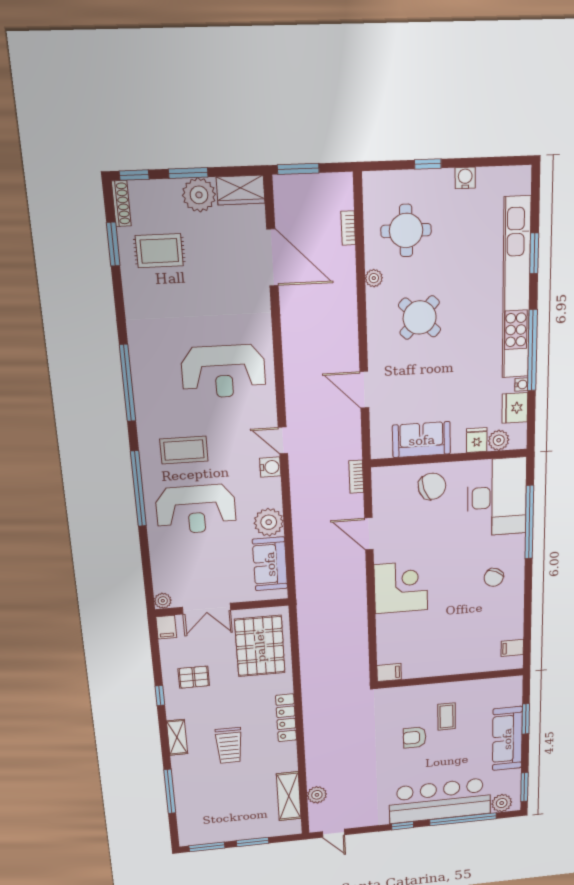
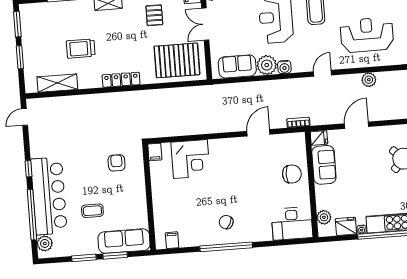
reception desk: (224, 371) -> (367, 35), turned 90
fridge: (477, 440) -> (319, 138), moved
water cooler: (270, 467) -> (284, 67), moved
chair: (432, 486) -> (292, 174), turned -72
desk: (497, 497) -> (292, 223), width x0.73, depth x0.77
window: (529, 522) -> (226, 247), moved
corner desk: (401, 587) -> (190, 159), moved
coffee table: (447, 716) -> (92, 211), moved
armchair: (415, 737) -> (117, 163), moved
sofa: (507, 739) -> (124, 241), moved
trolley: (229, 745) -> (81, 49), moved
window: (524, 787) -> (84, 258), moved
plant: (317, 795) -> (369, 80), moved

